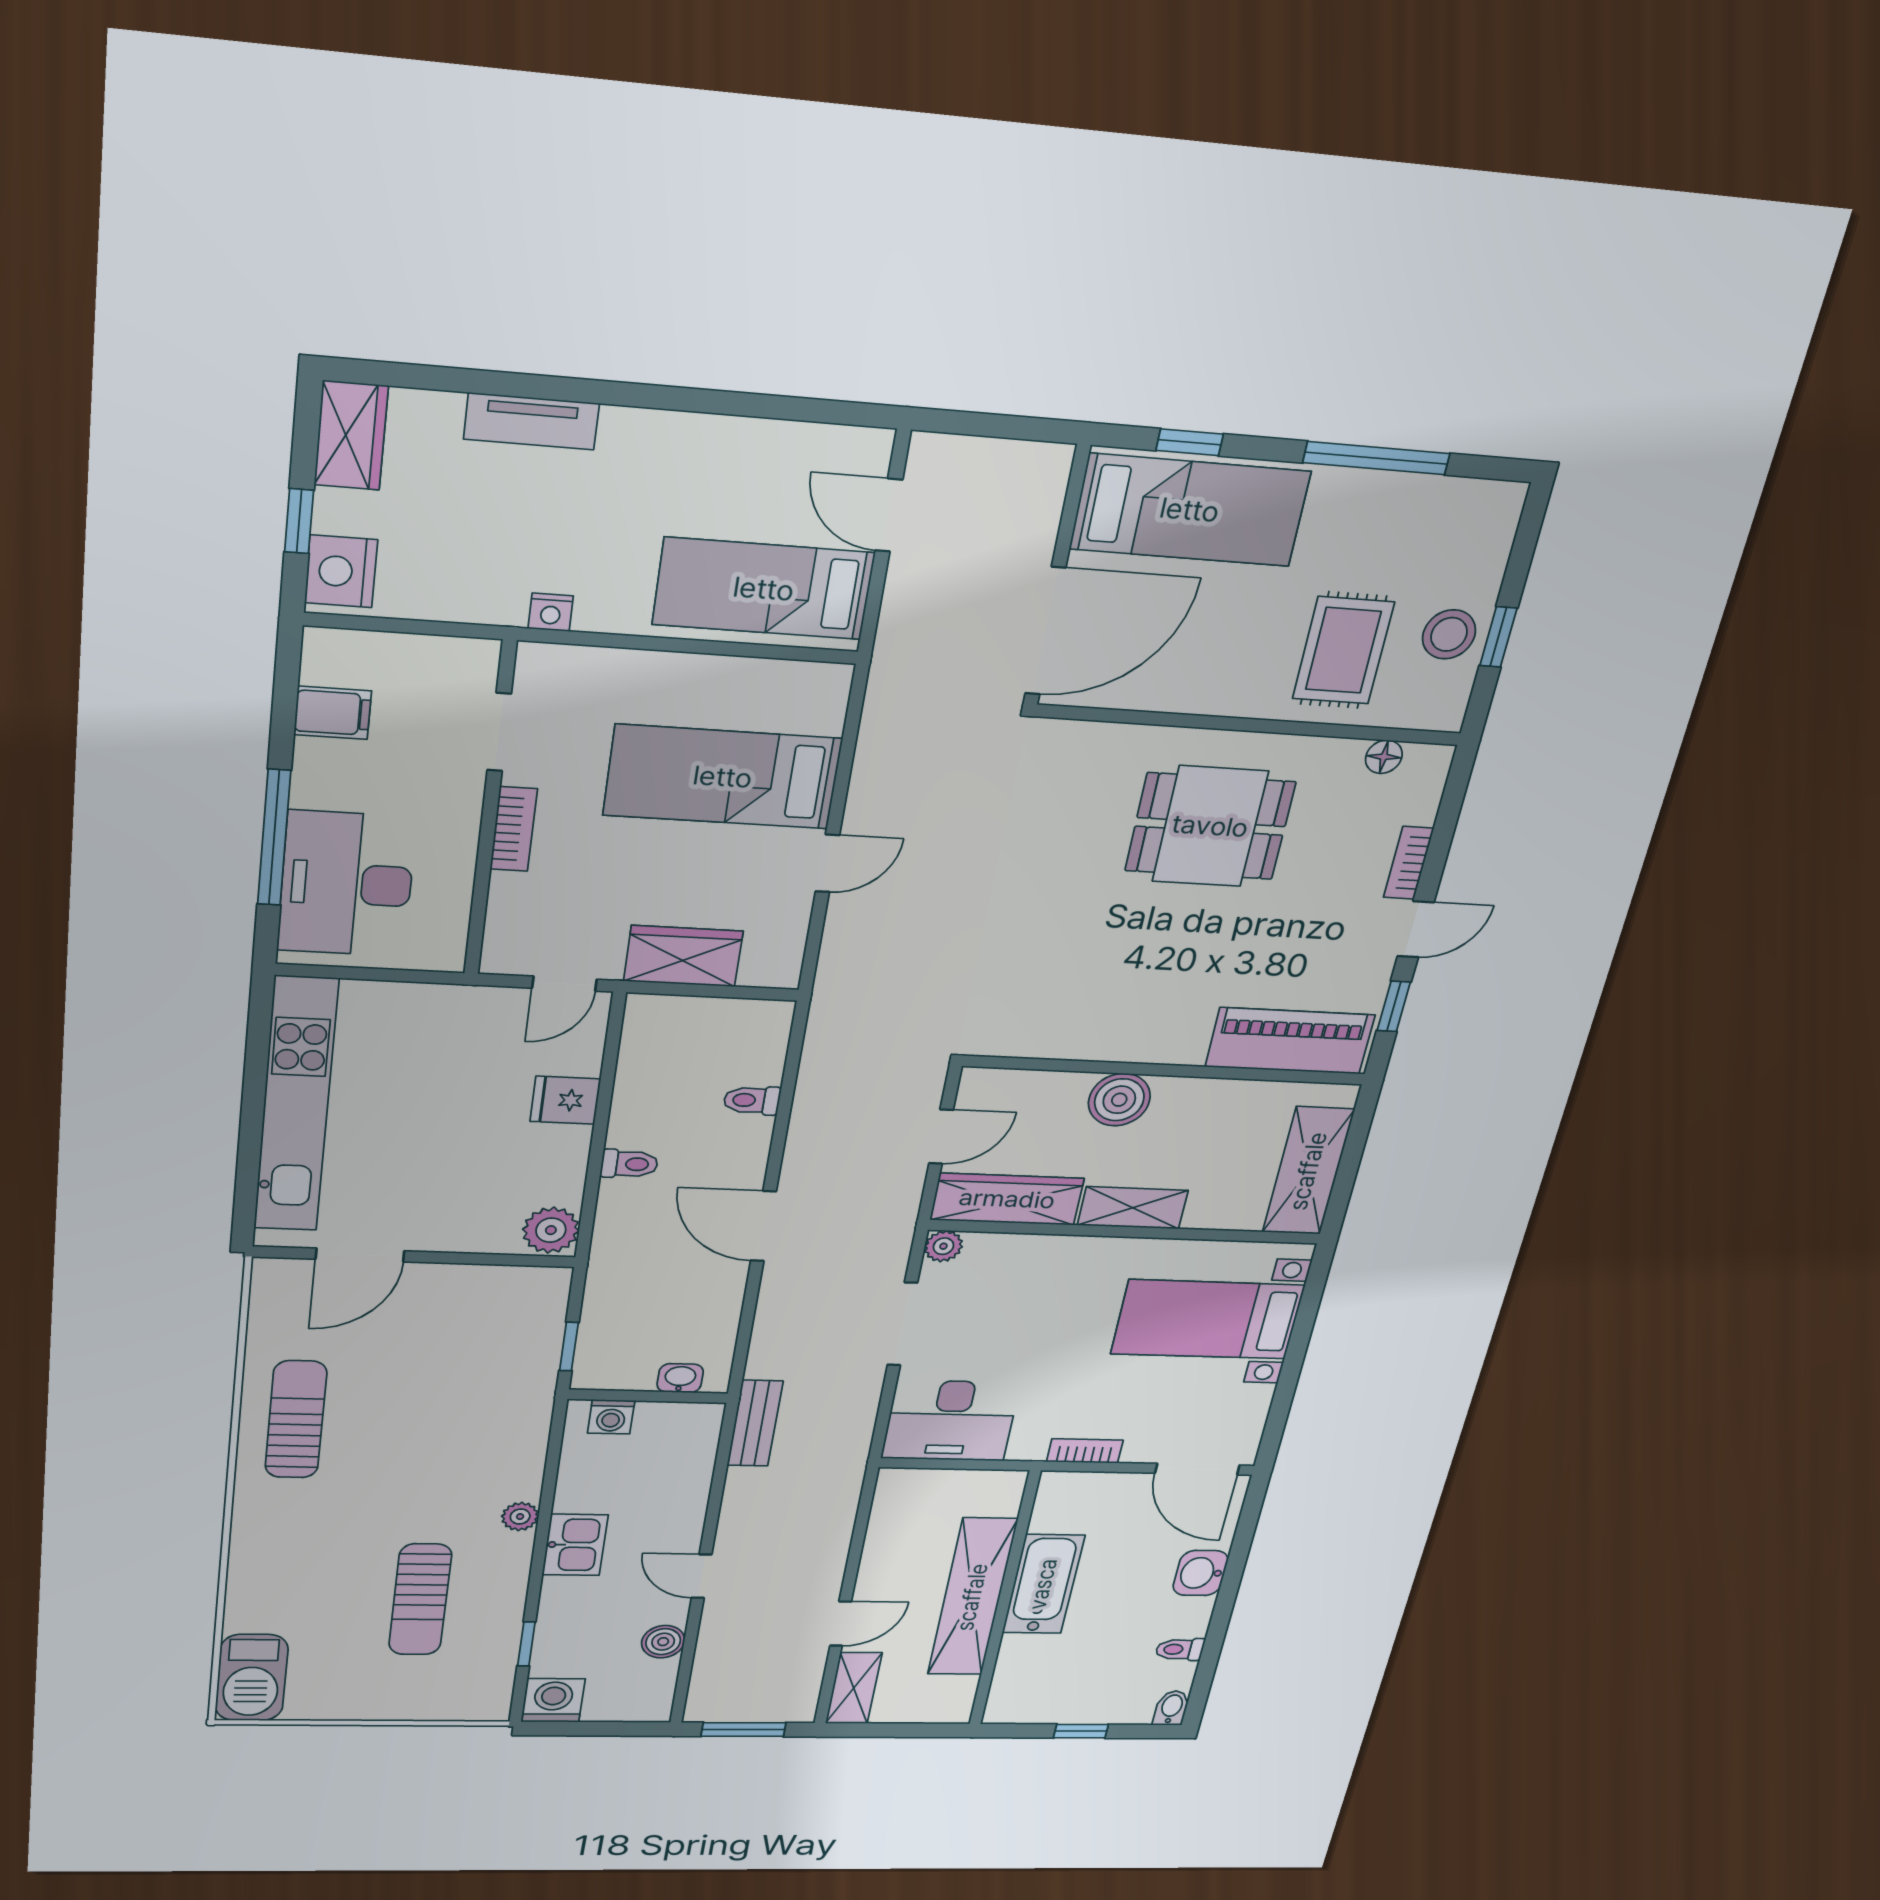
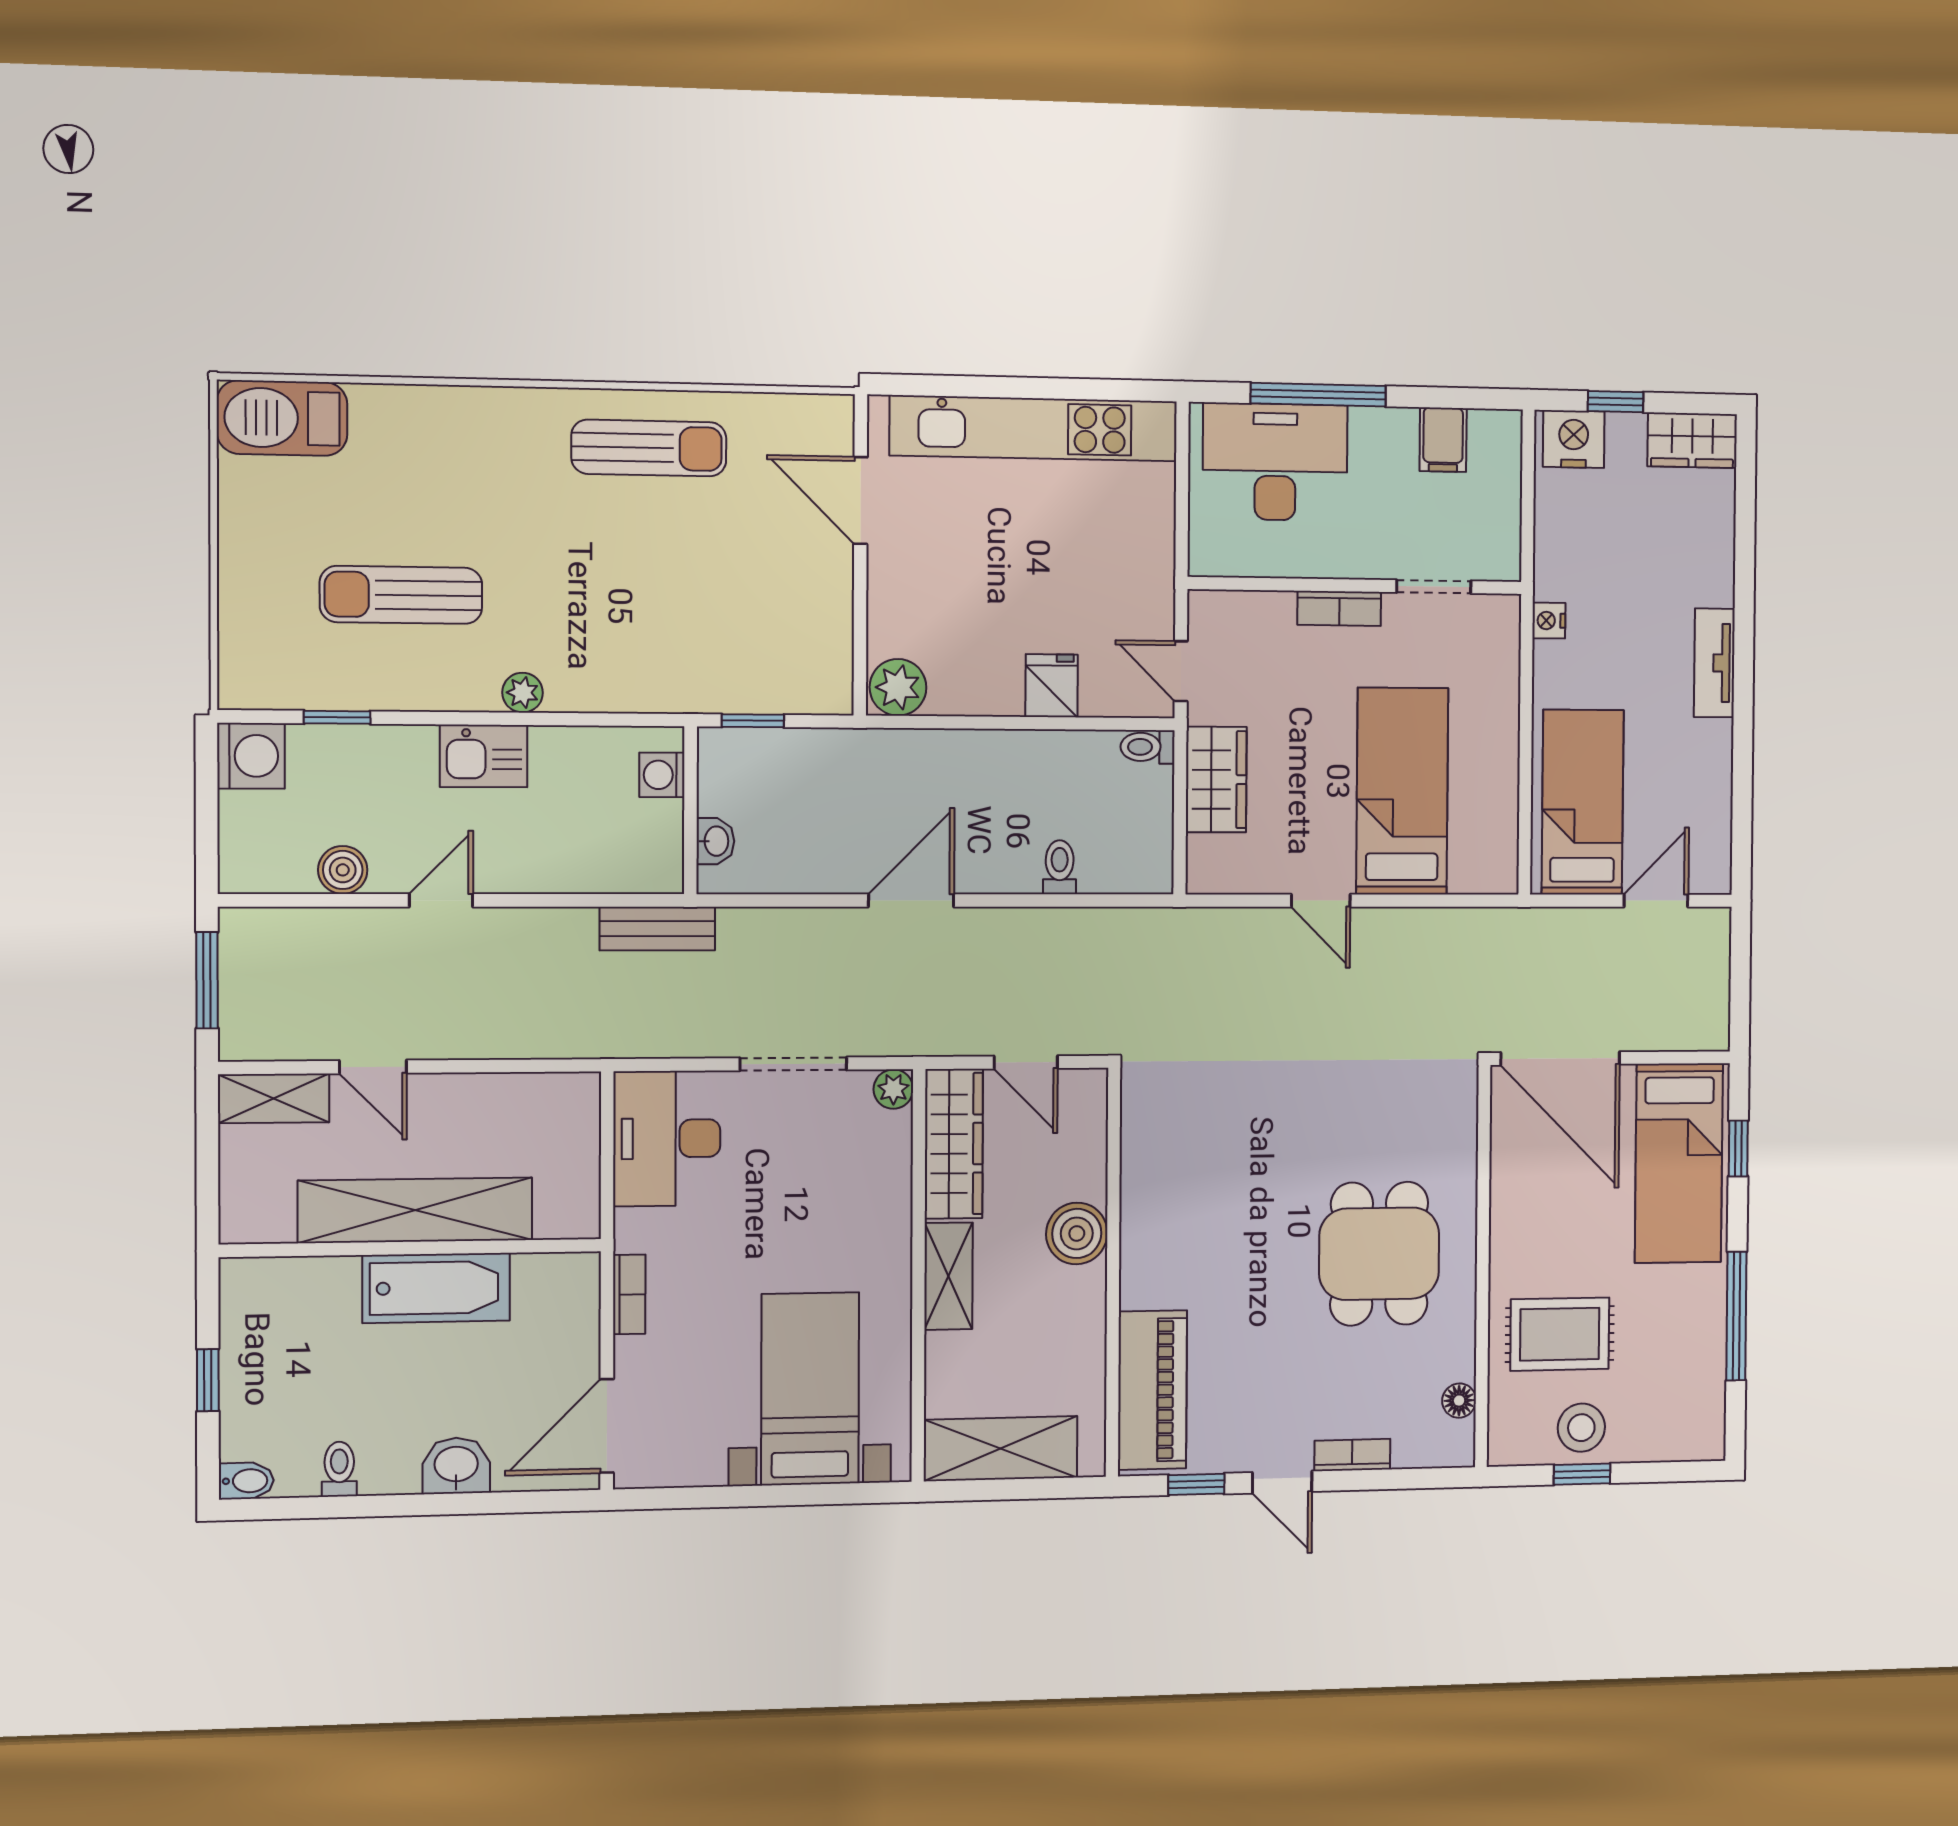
tv unit: (532, 421) -> (1714, 663), moved
toilet: (629, 1164) -> (1148, 747), moved, turned 90

